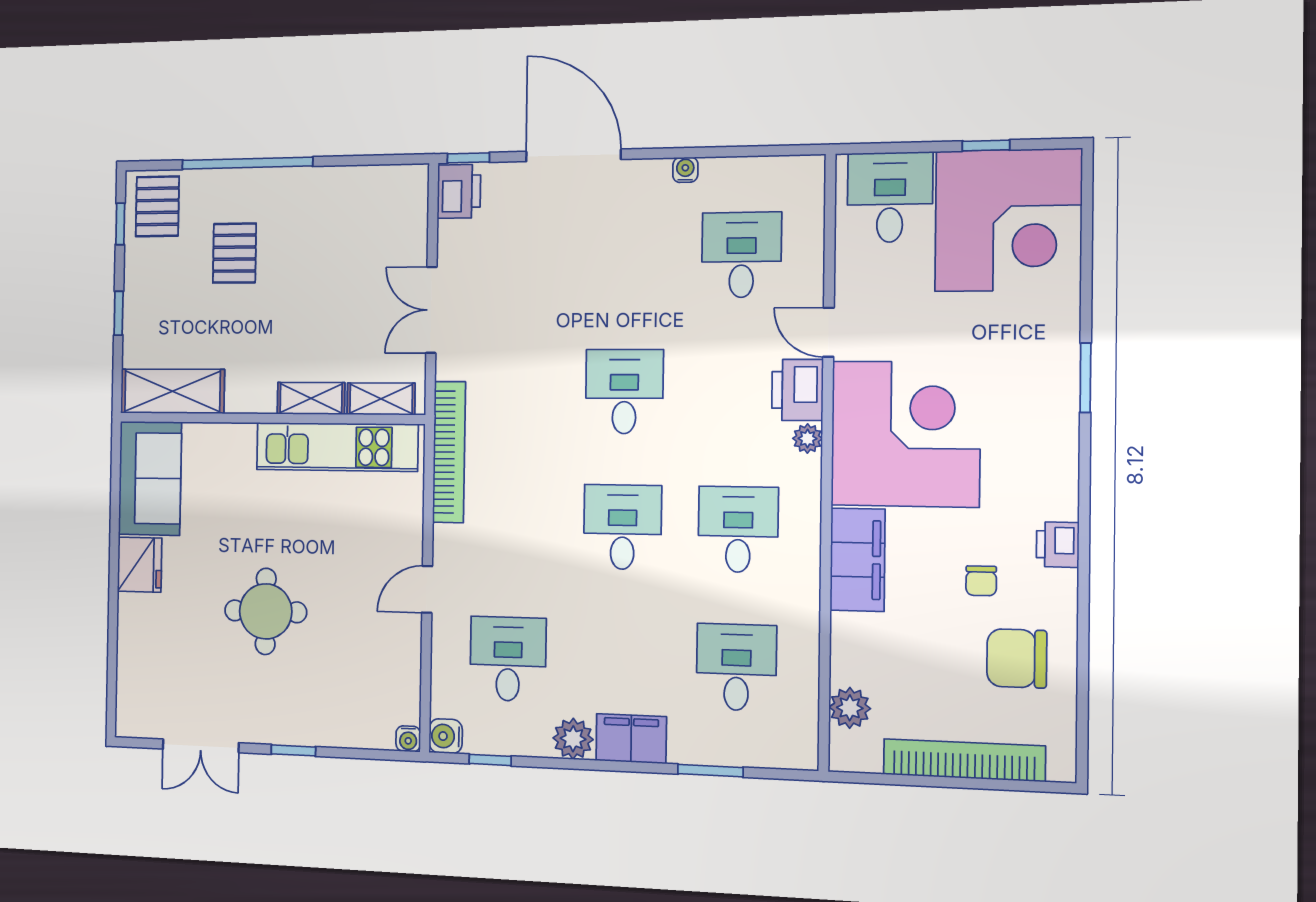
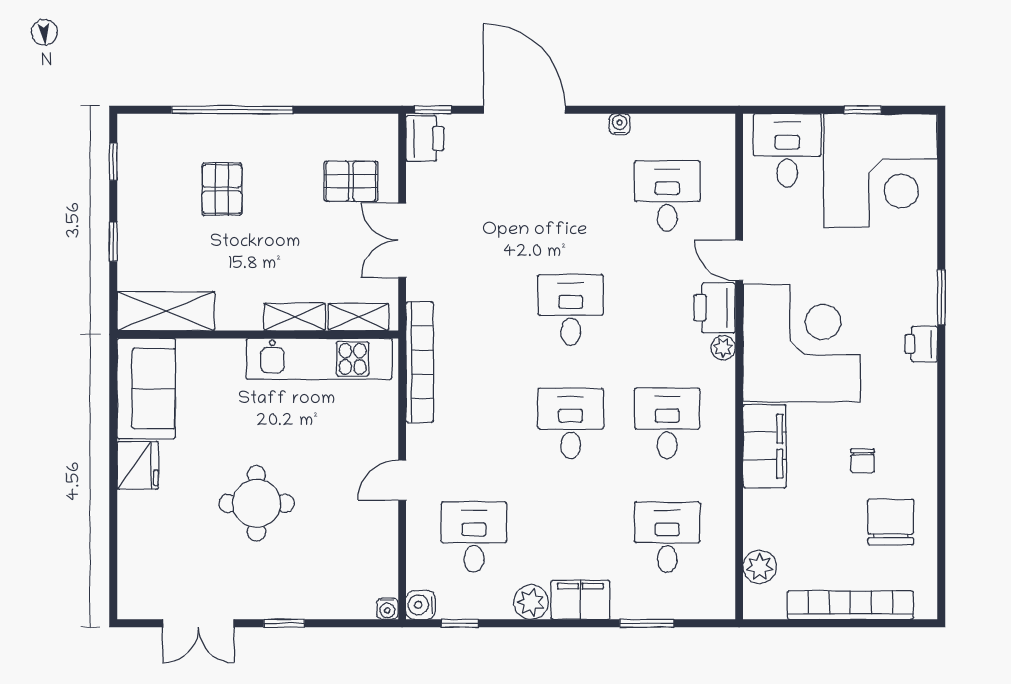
pallet: (157, 206) -> (351, 181), moved, turned 90
printer: (1058, 545) -> (921, 344), moved
chair: (1017, 658) -> (891, 522), turned 90

